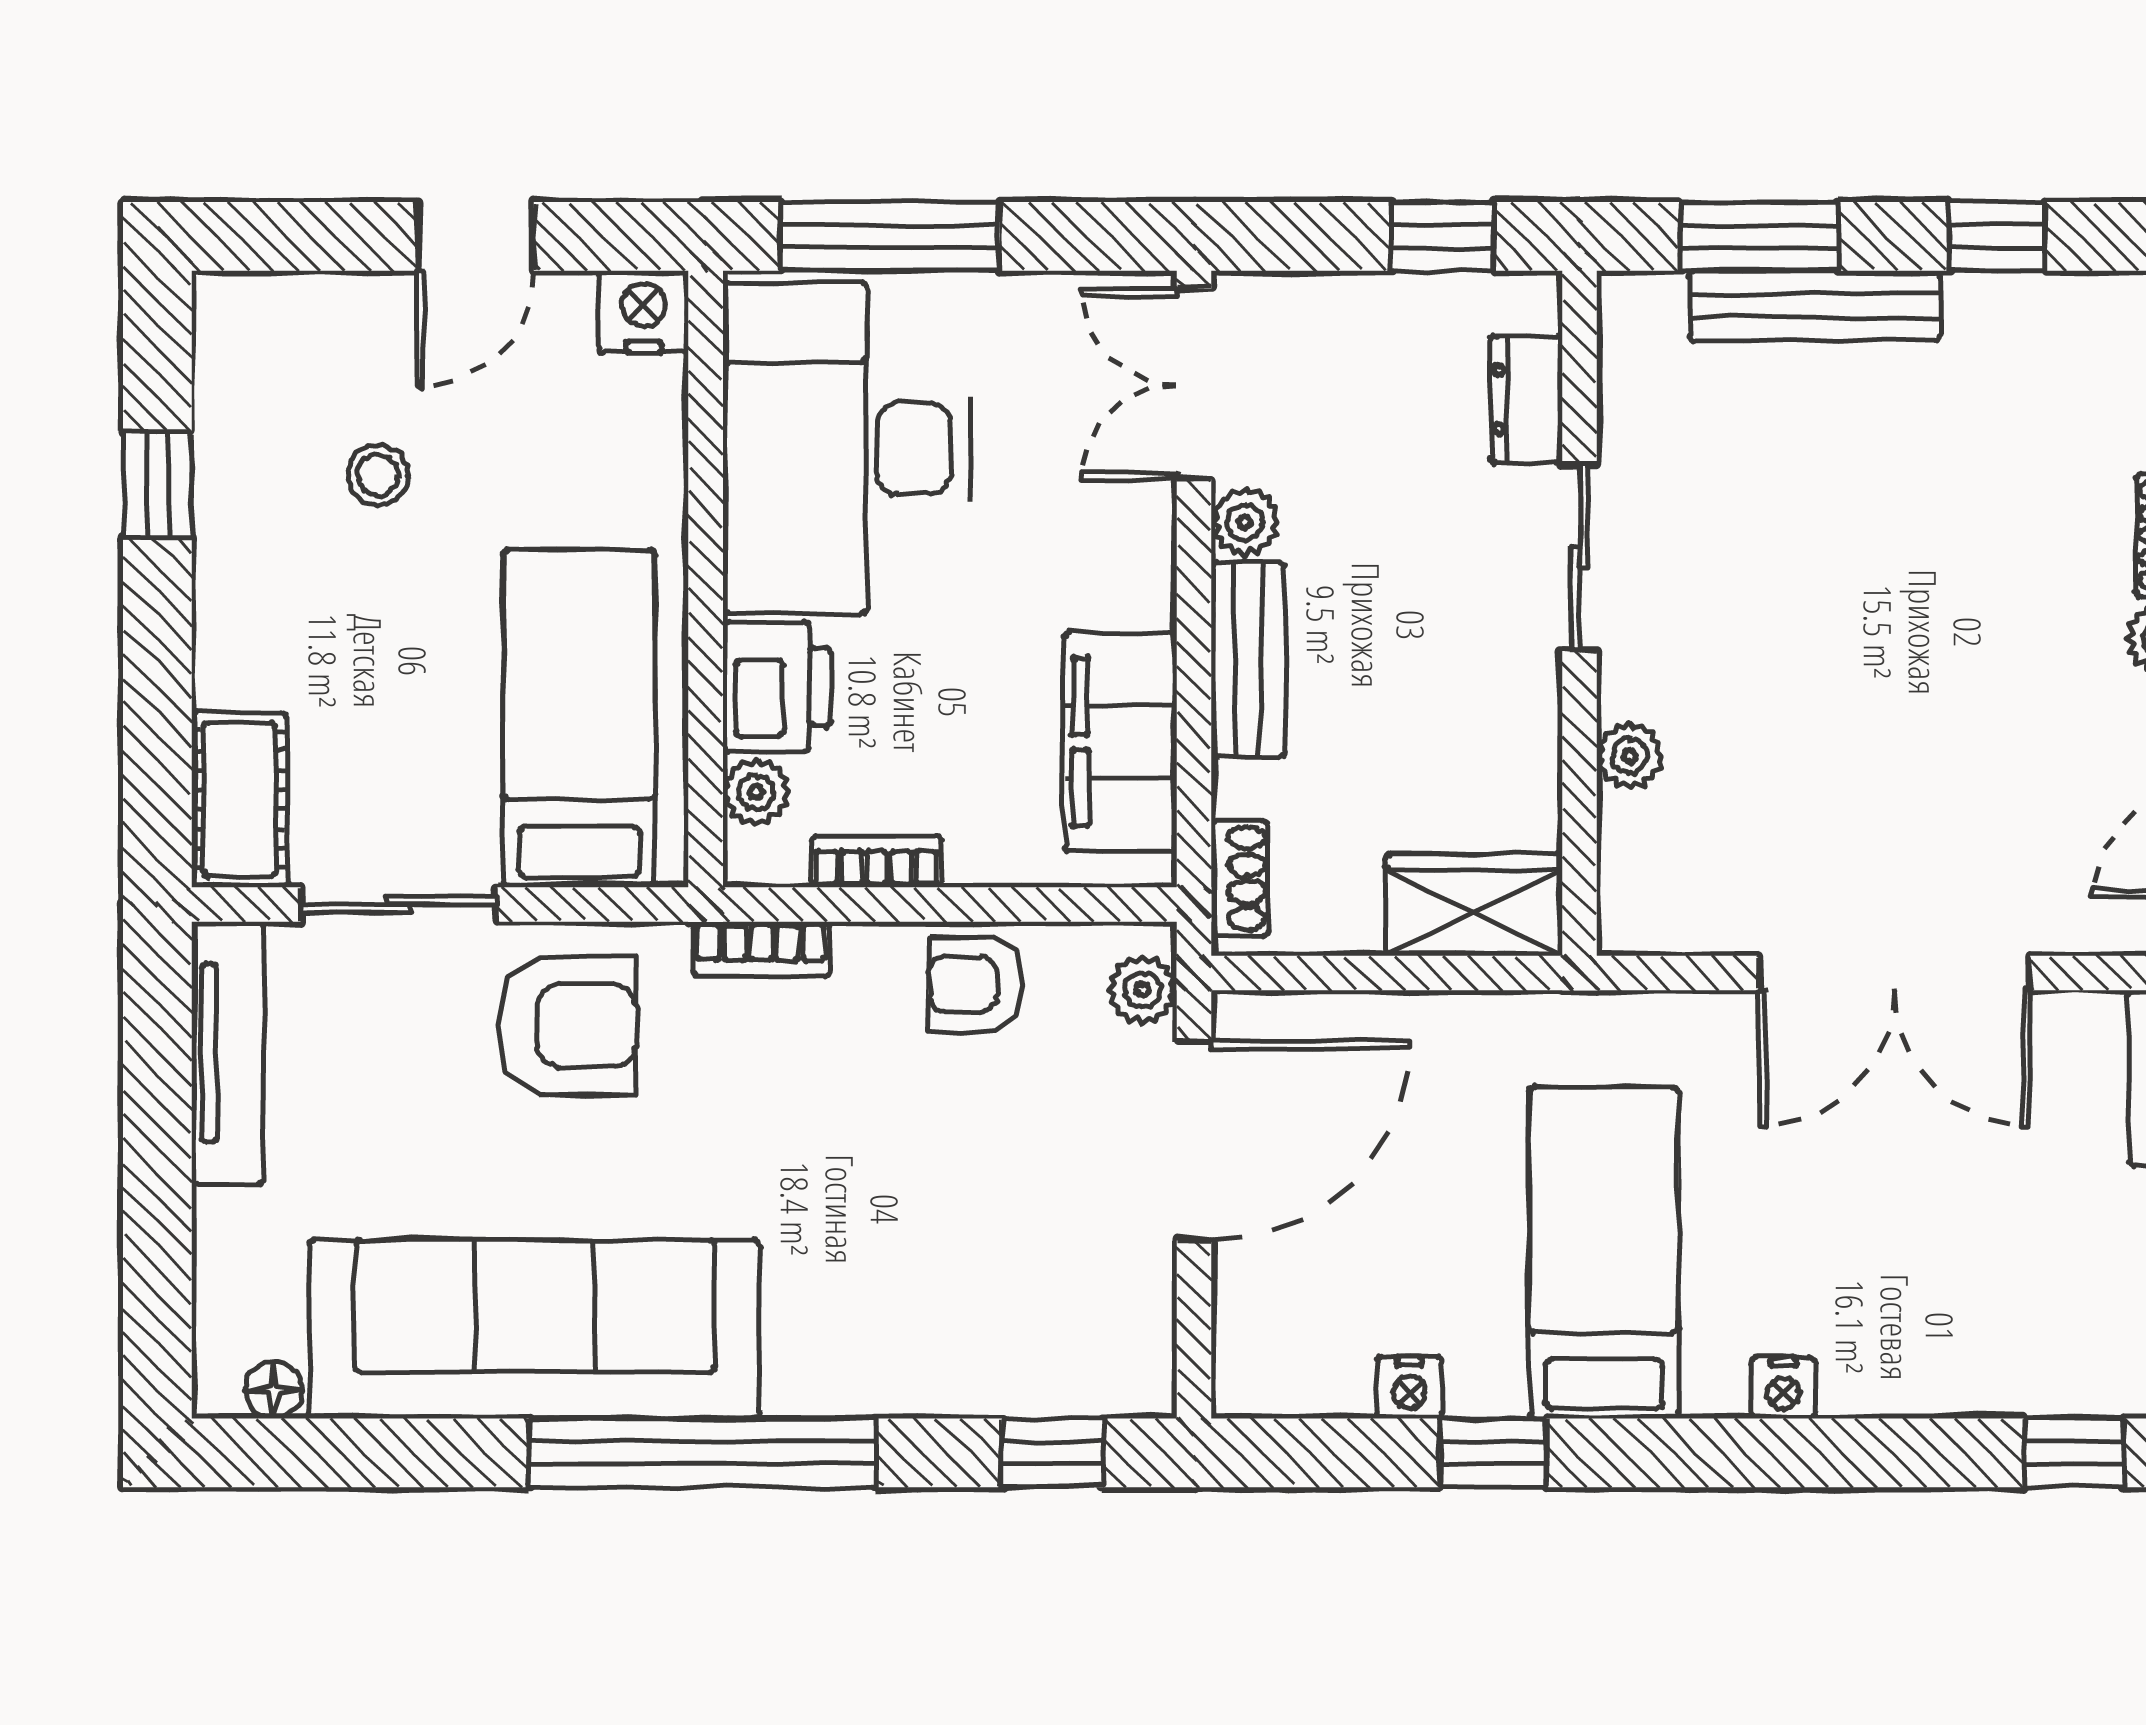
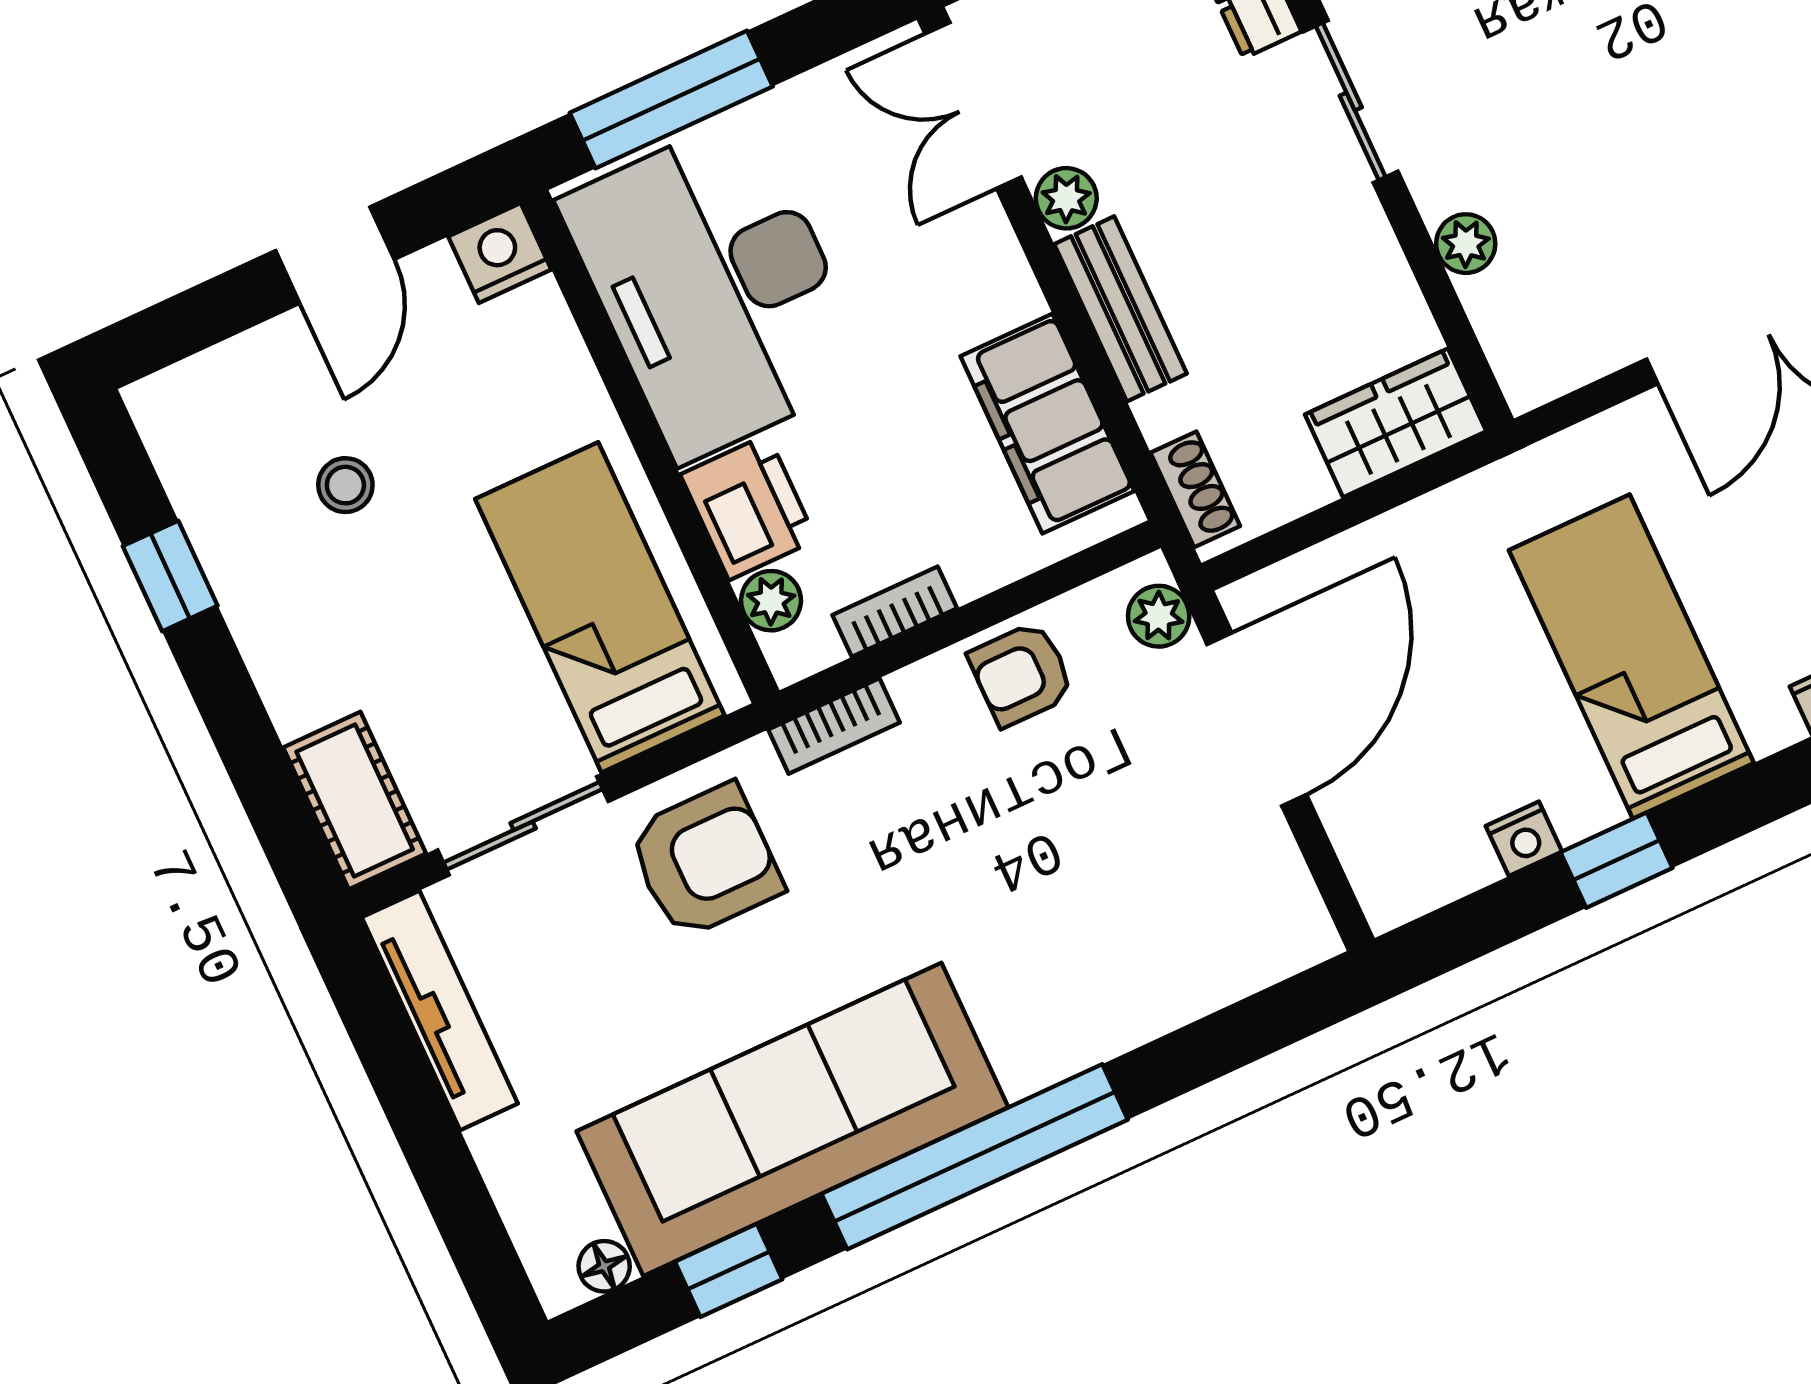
window: (1052, 1453) -> (729, 1270), moved

